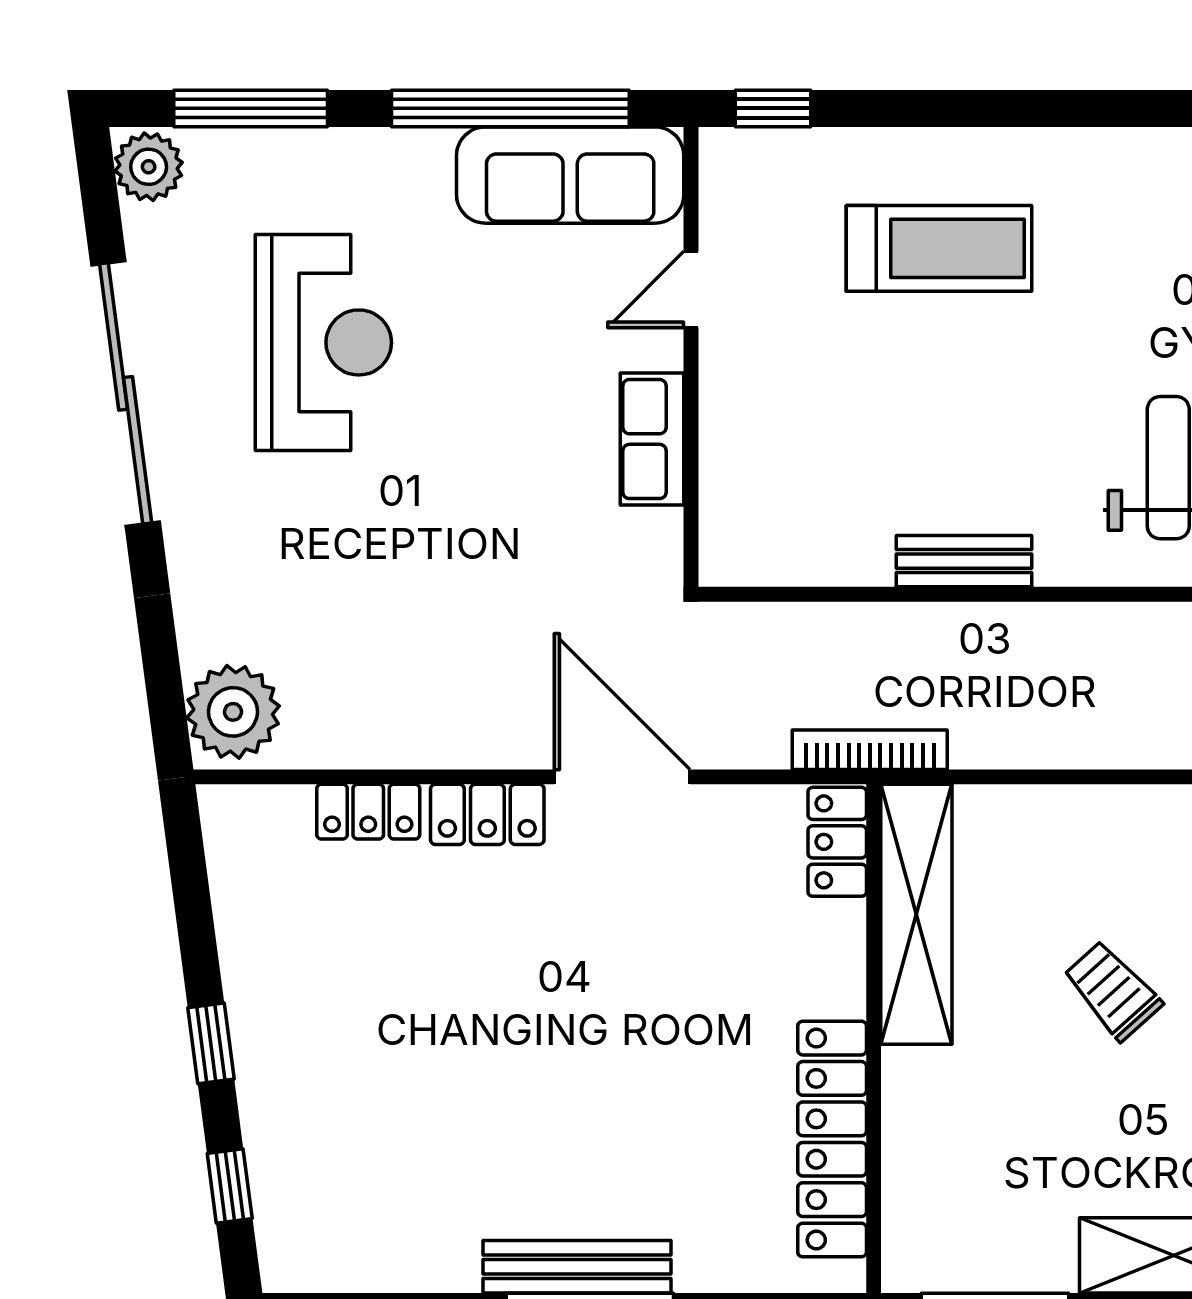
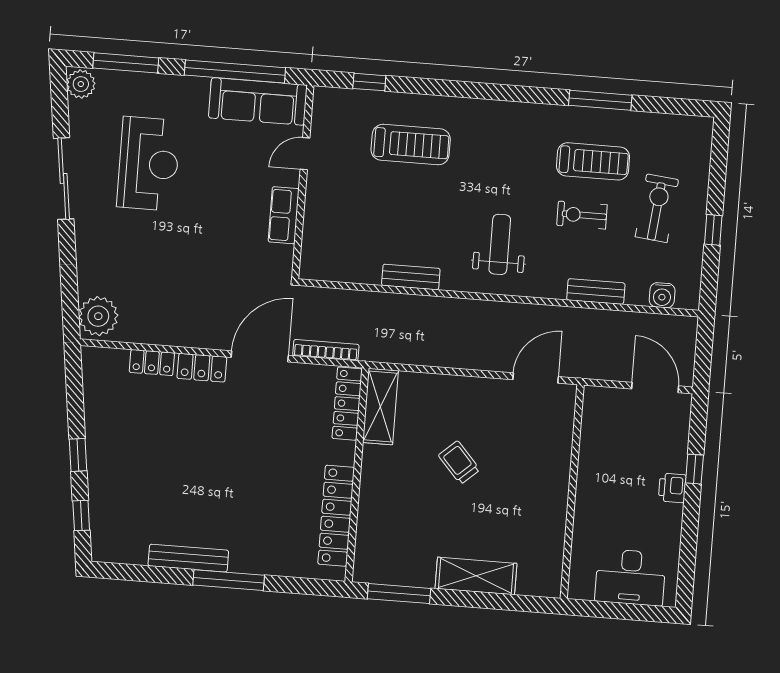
window: (773, 108) -> (369, 82), moved
sliding door: (126, 393) -> (64, 179), width x0.73
bookcase: (870, 750) -> (326, 350), moved
door: (622, 777) -> (260, 356), hinge flipped
locker: (837, 842) -> (347, 404), width x1.53
shelving: (916, 914) -> (380, 407), width x0.68
bench: (577, 1267) -> (188, 558), moved

